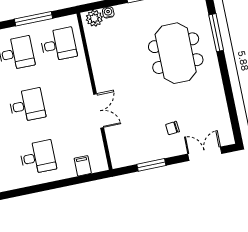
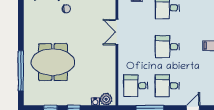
window: (216, 33) -> (21, 71), width x1.46
meeting table: (176, 53) -> (53, 62), turned 90

